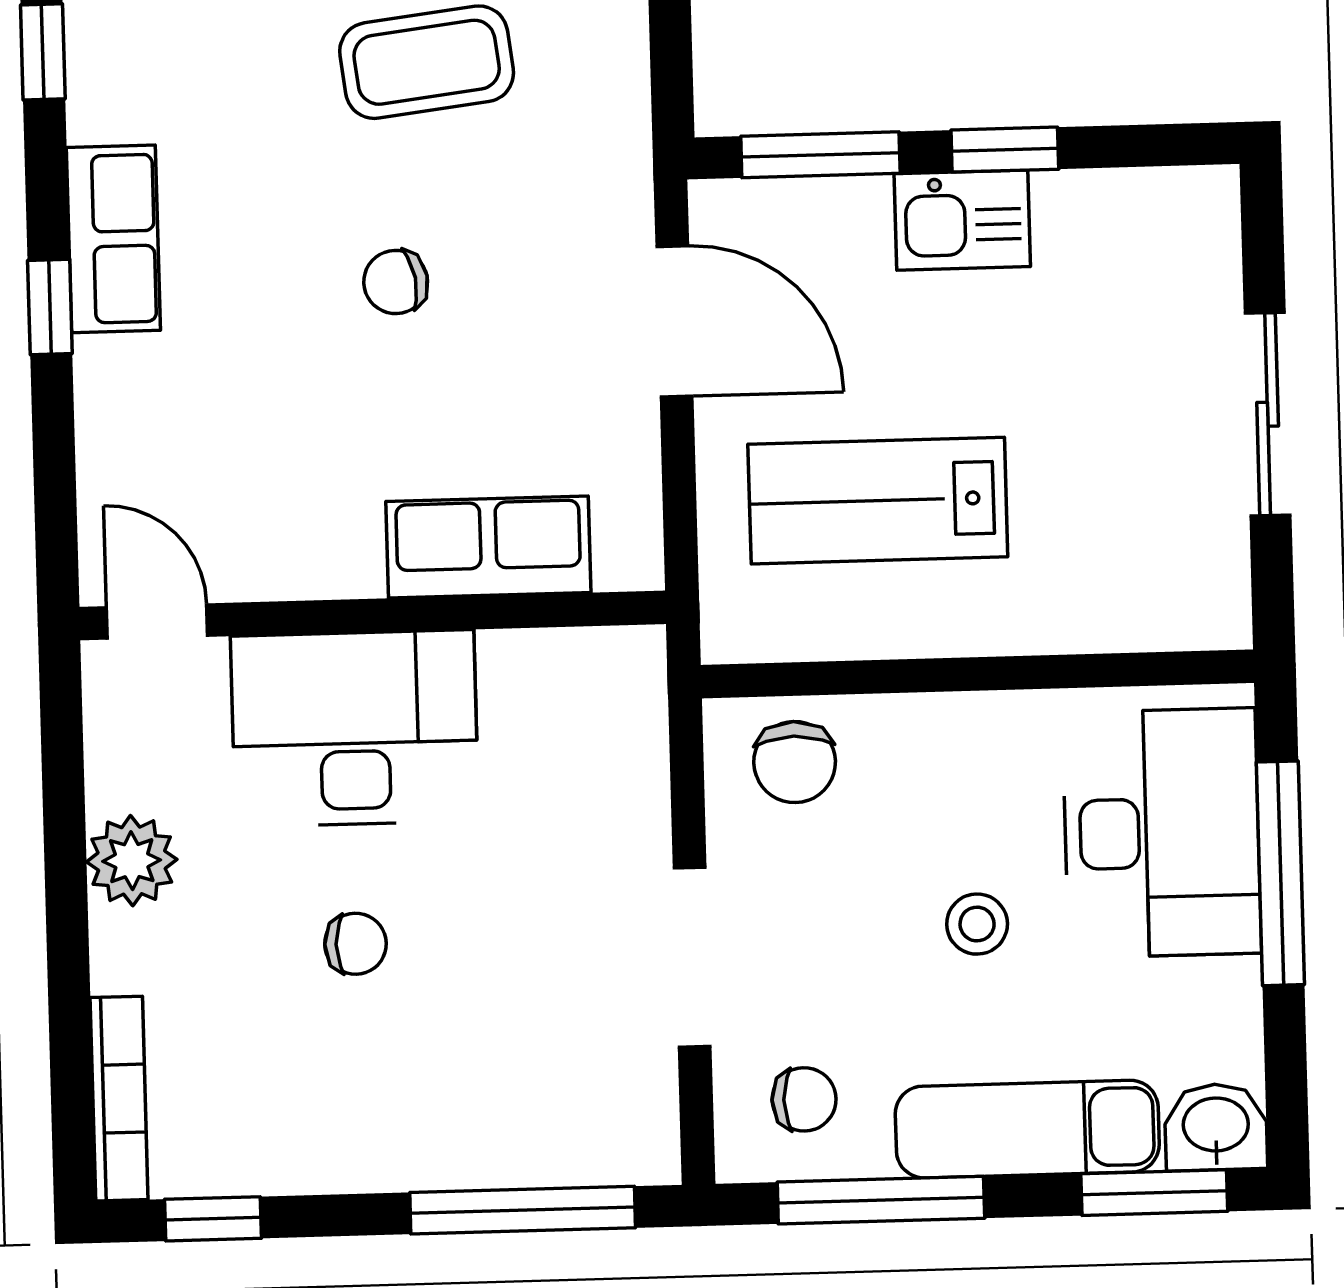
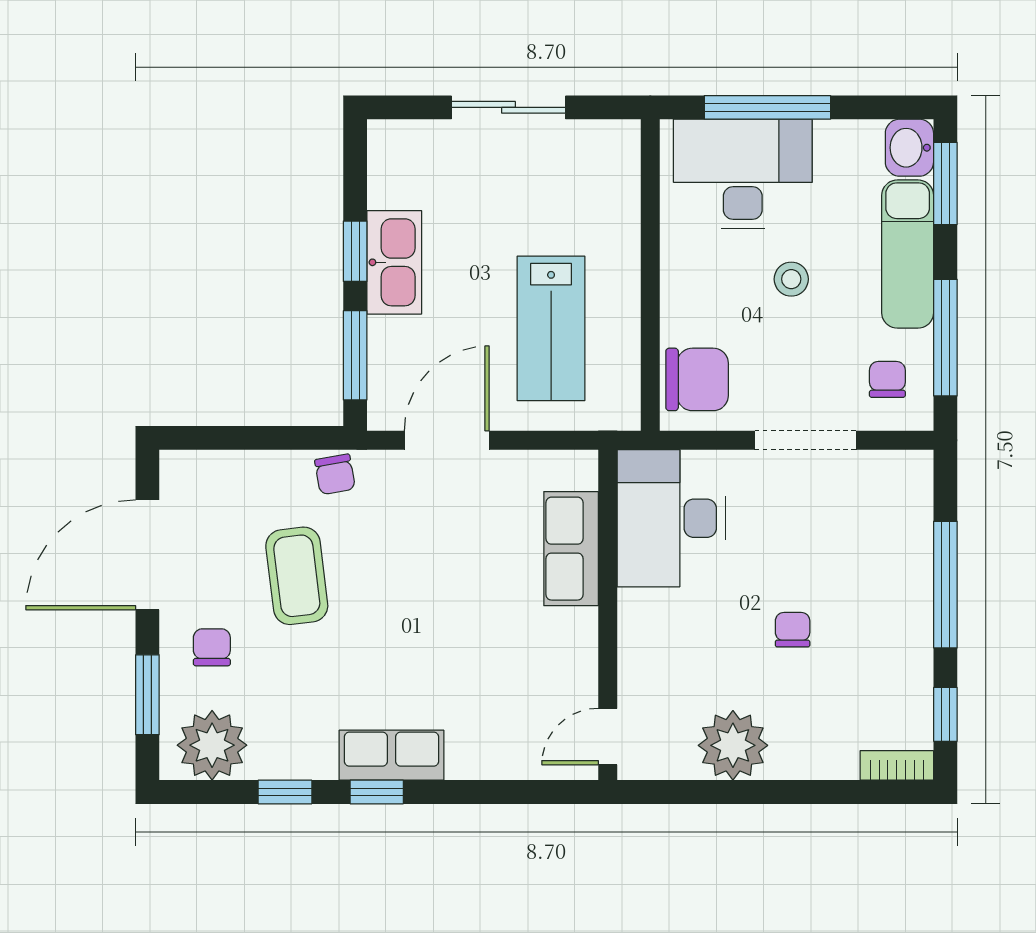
kitchen sink: (962, 220) -> (394, 262), width x1.38
chair: (396, 282) -> (335, 474), moved
window: (50, 307) -> (377, 792), moved
desk: (355, 728) -> (671, 518), moved
chair: (795, 762) -> (697, 379), width x1.37, depth x1.37
plant: (132, 861) -> (733, 745), width x1.36, depth x1.36
bookcase: (119, 1099) -> (897, 765), width x0.64
window: (523, 1210) -> (945, 585), moved

